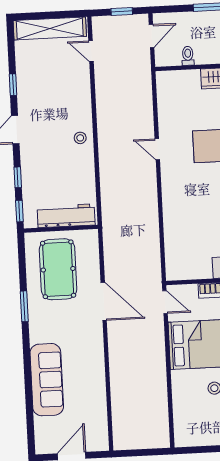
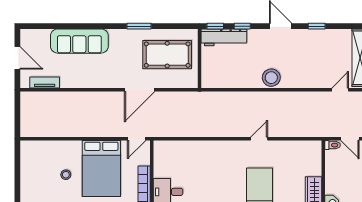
toilet: (188, 56) -> (333, 145), moved
stool: (80, 138) -> (271, 78), width x1.89, depth x1.89
workbench: (66, 216) -> (224, 37), moved, turned 90
tv unit: (101, 420) -> (45, 83), added

